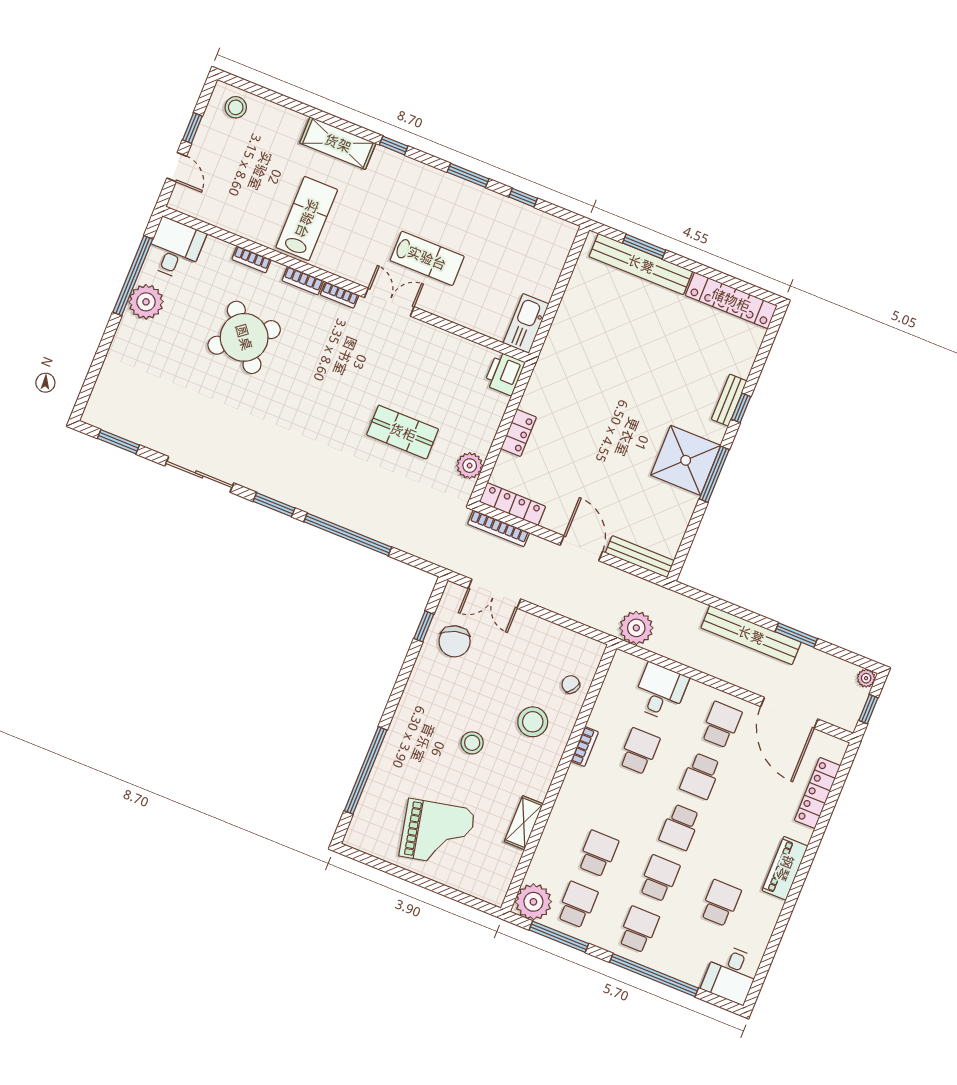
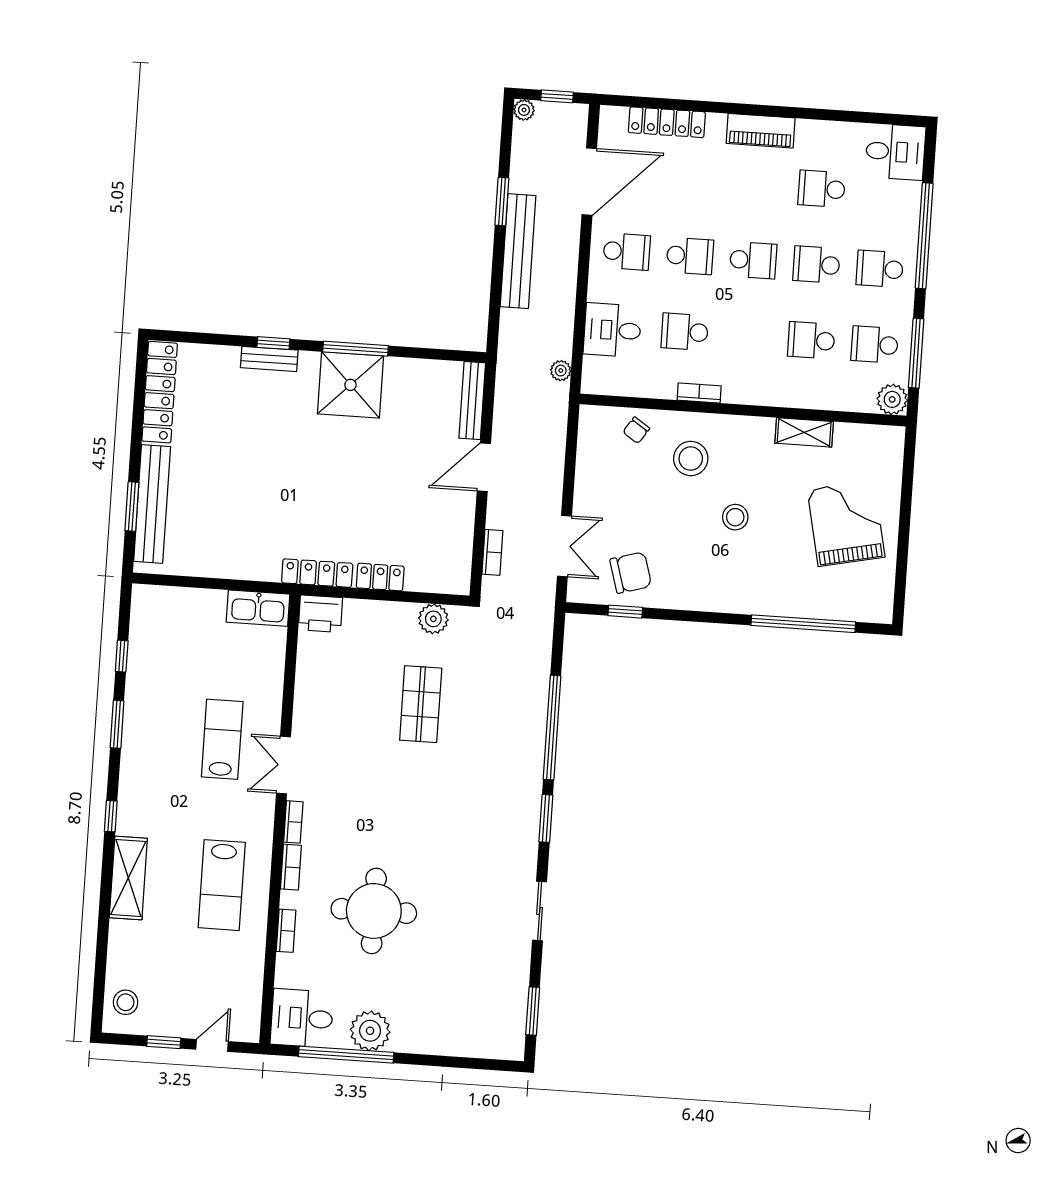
lab bench: (307, 219) -> (222, 885), turned -90
round table: (244, 337) -> (374, 911), turned 38
sliding door: (199, 474) -> (540, 911), width x0.73
locker: (512, 504) -> (317, 573), moved, turned 90
bookcase: (499, 528) -> (492, 552), width x0.64
plant: (636, 628) -> (561, 371), width x0.53, depth x0.53
school desk: (721, 725) -> (627, 252), turned 180
plant: (533, 902) -> (892, 399), width x0.73, depth x0.73

